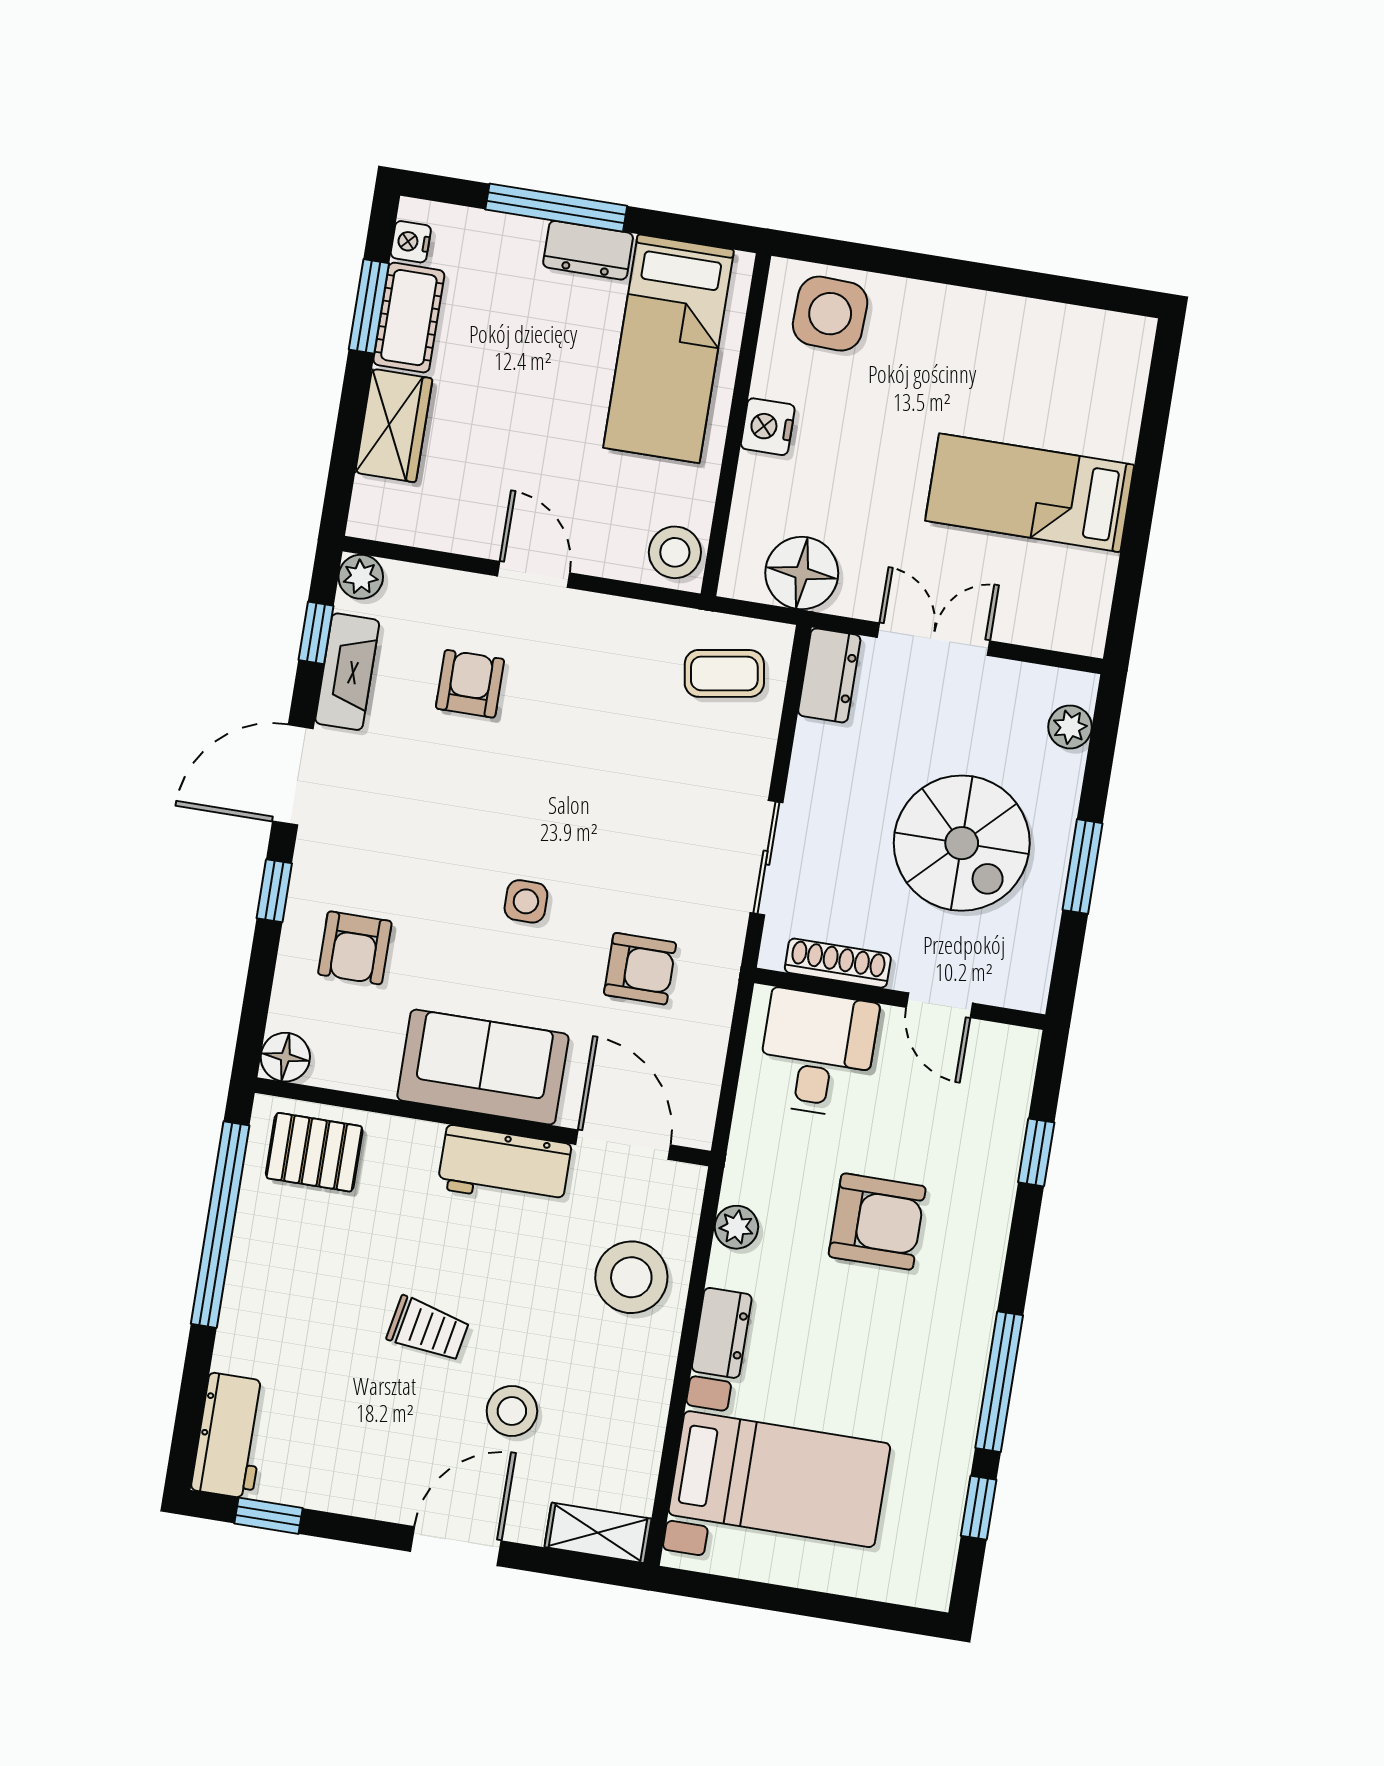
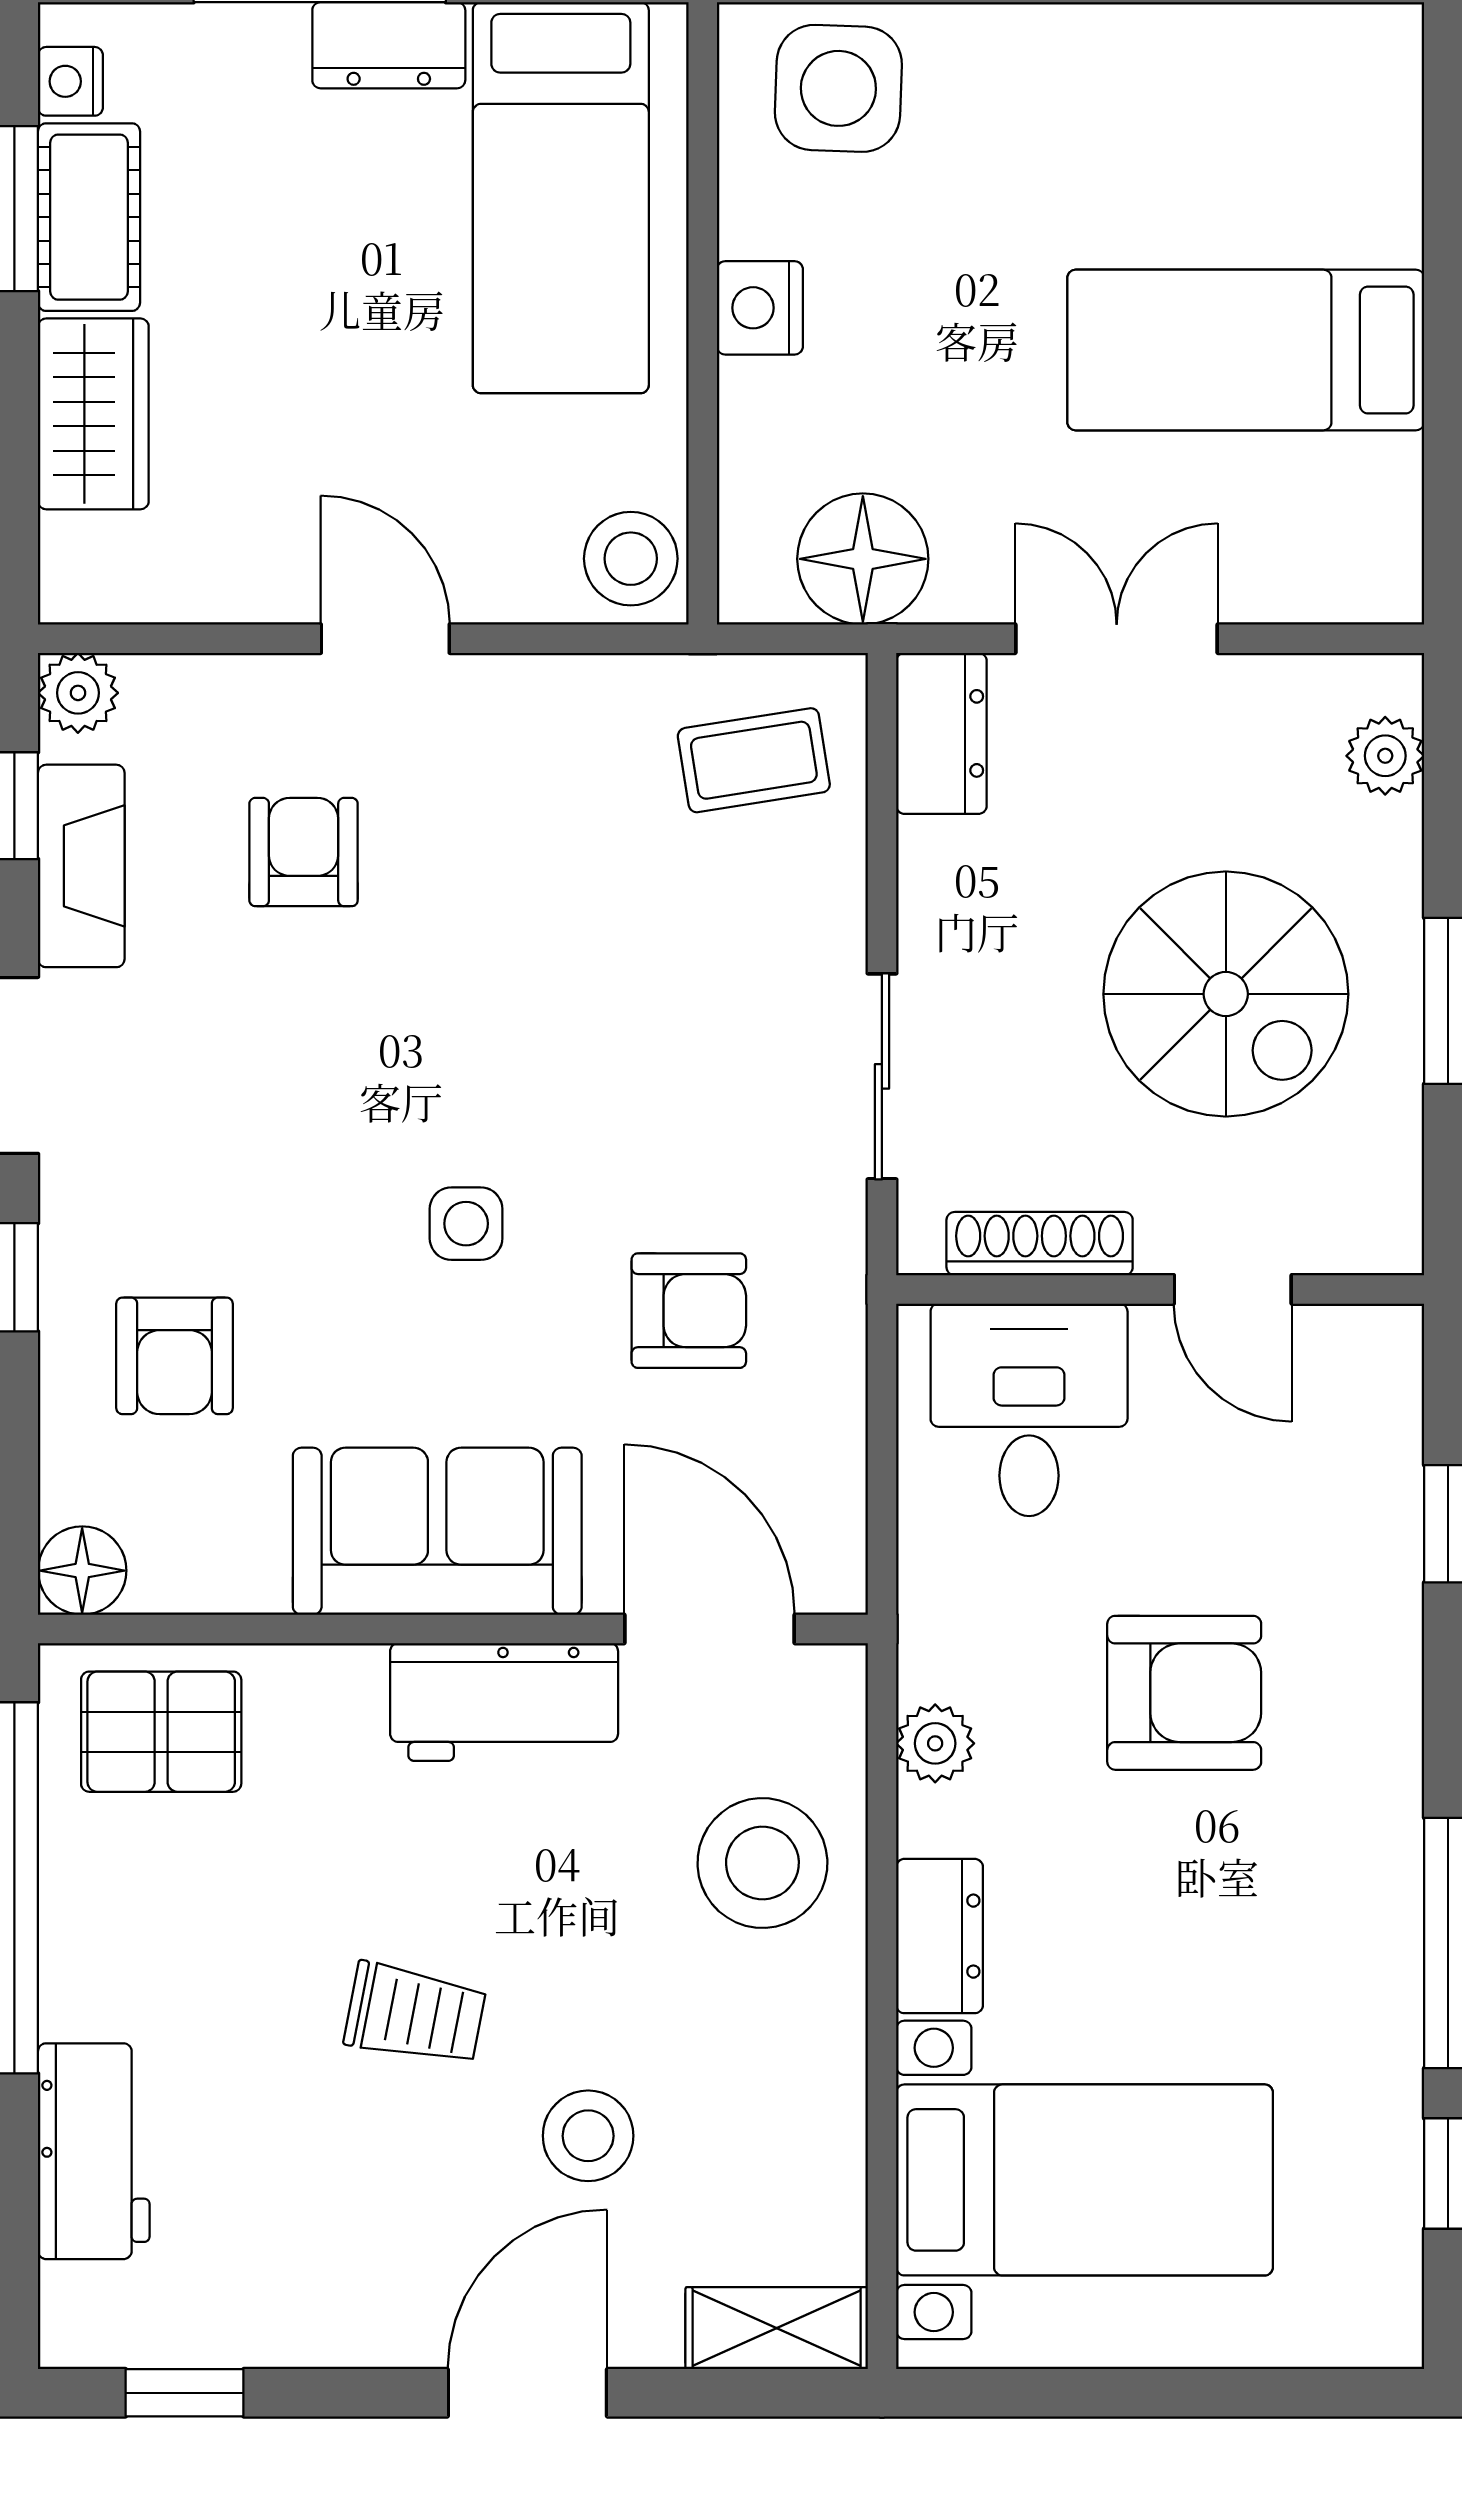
workbench: (230, 1436) -> (94, 2151), moved

